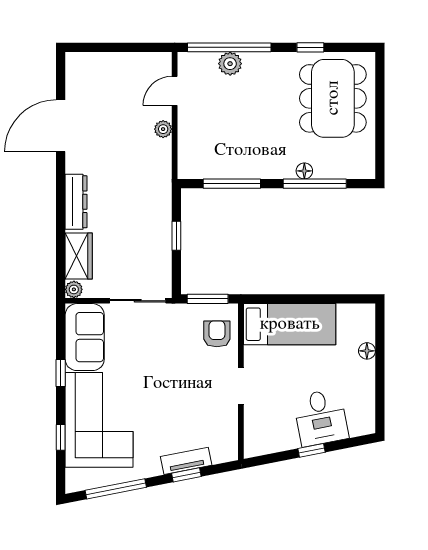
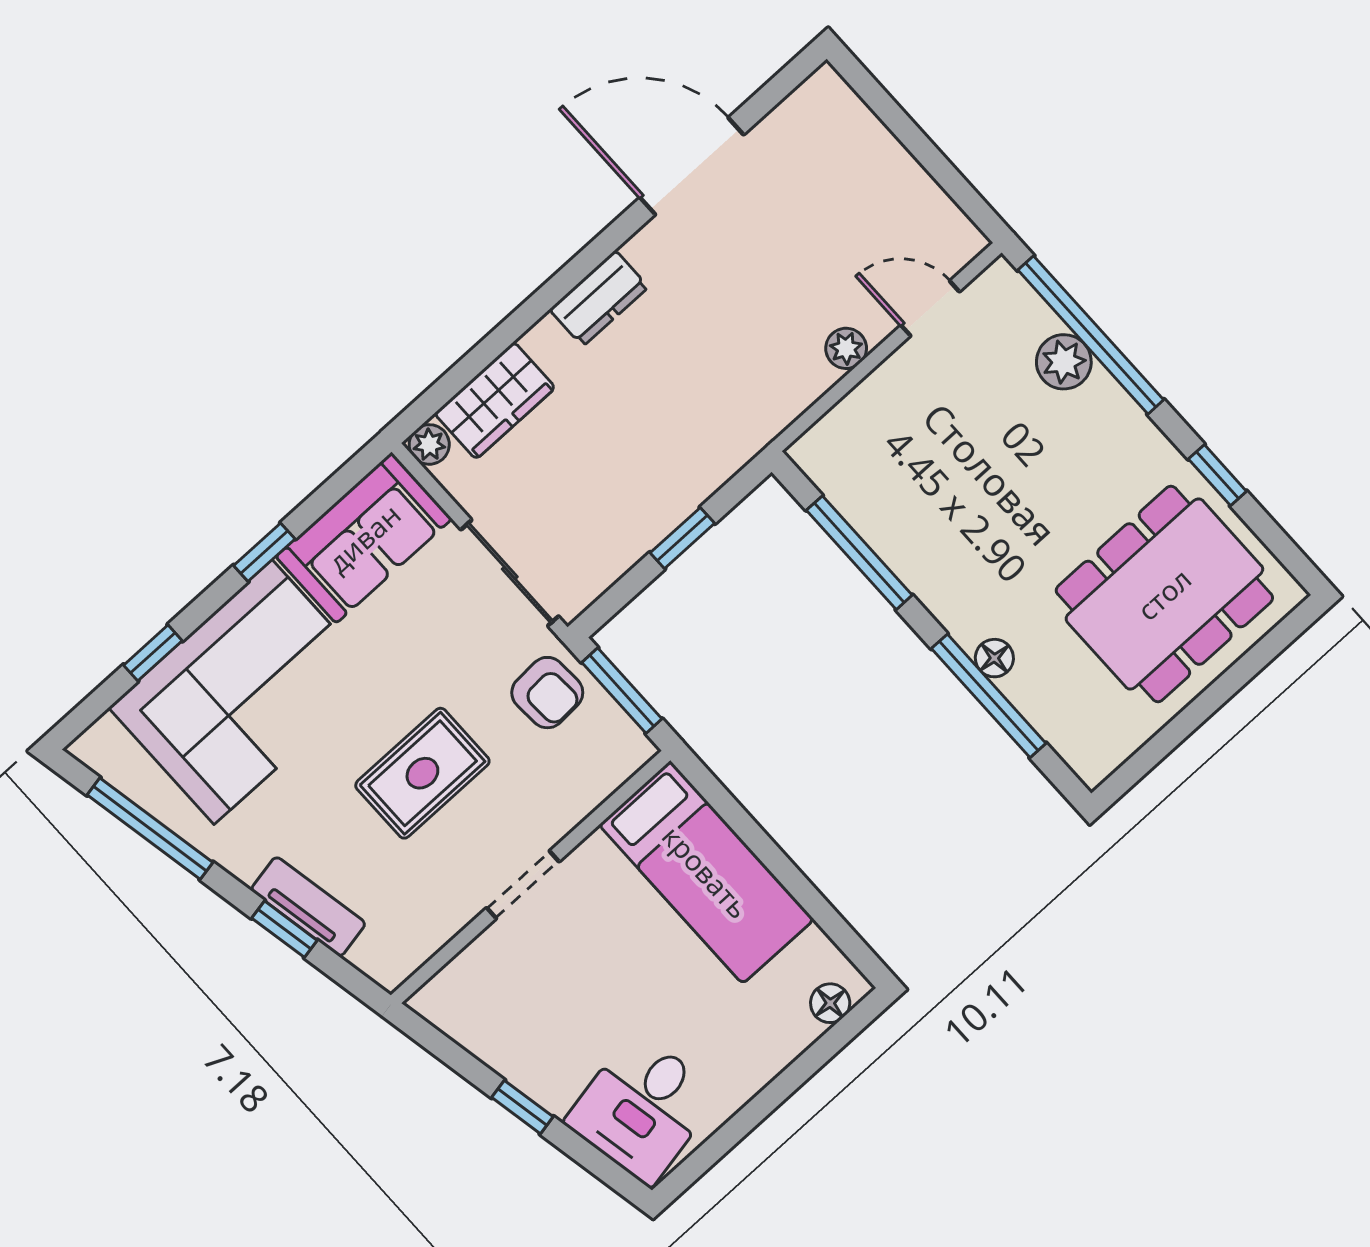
dresser: (76, 202) -> (599, 298), width x0.70
armchair: (217, 334) -> (547, 693), moved, turned 87
floor lamp: (367, 351) -> (830, 1003), moved
rug: (176, 386) -> (422, 773), added
desk: (321, 417) -> (642, 1108), moved

